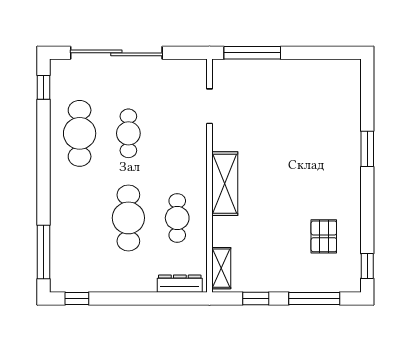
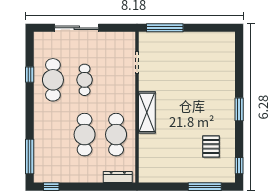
sliding door: (116, 53) -> (77, 28), width x0.73
window: (44, 87) -> (30, 75), moved
window: (367, 149) -> (239, 109), moved
cafe table: (177, 218) -> (116, 135), width x1.37, depth x1.35
shelving: (221, 268) -> (145, 167), removed
window: (256, 298) -> (167, 187), removed

